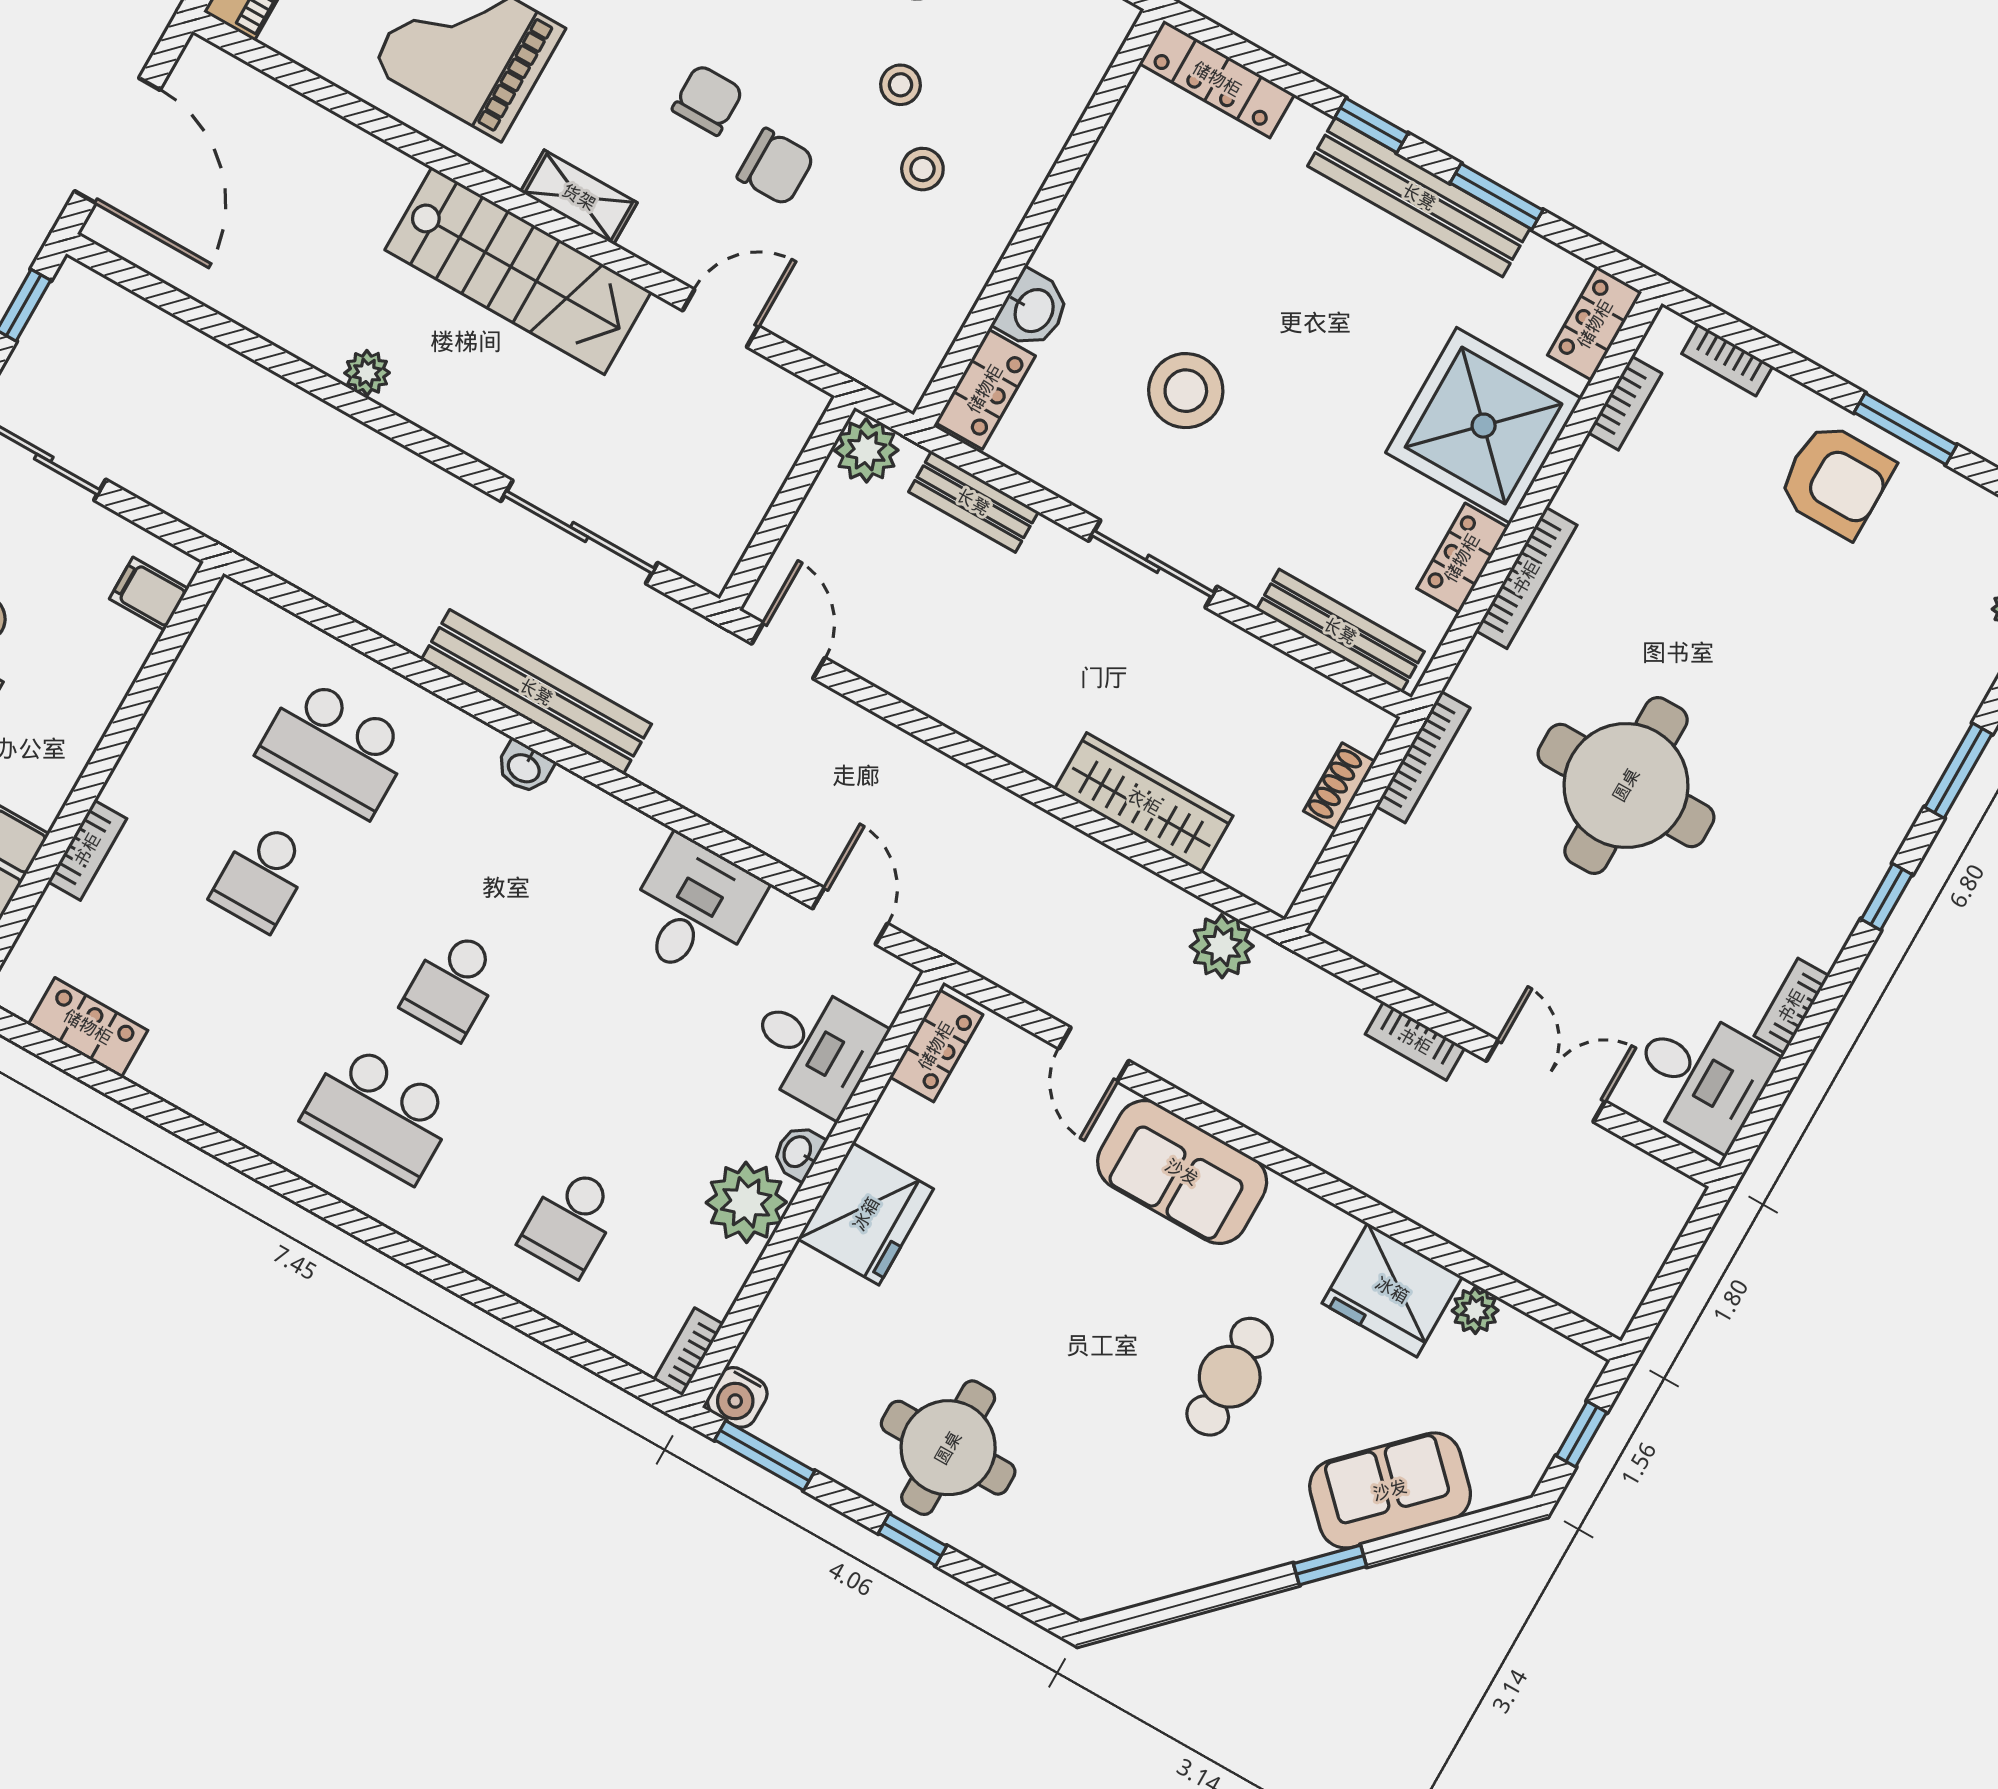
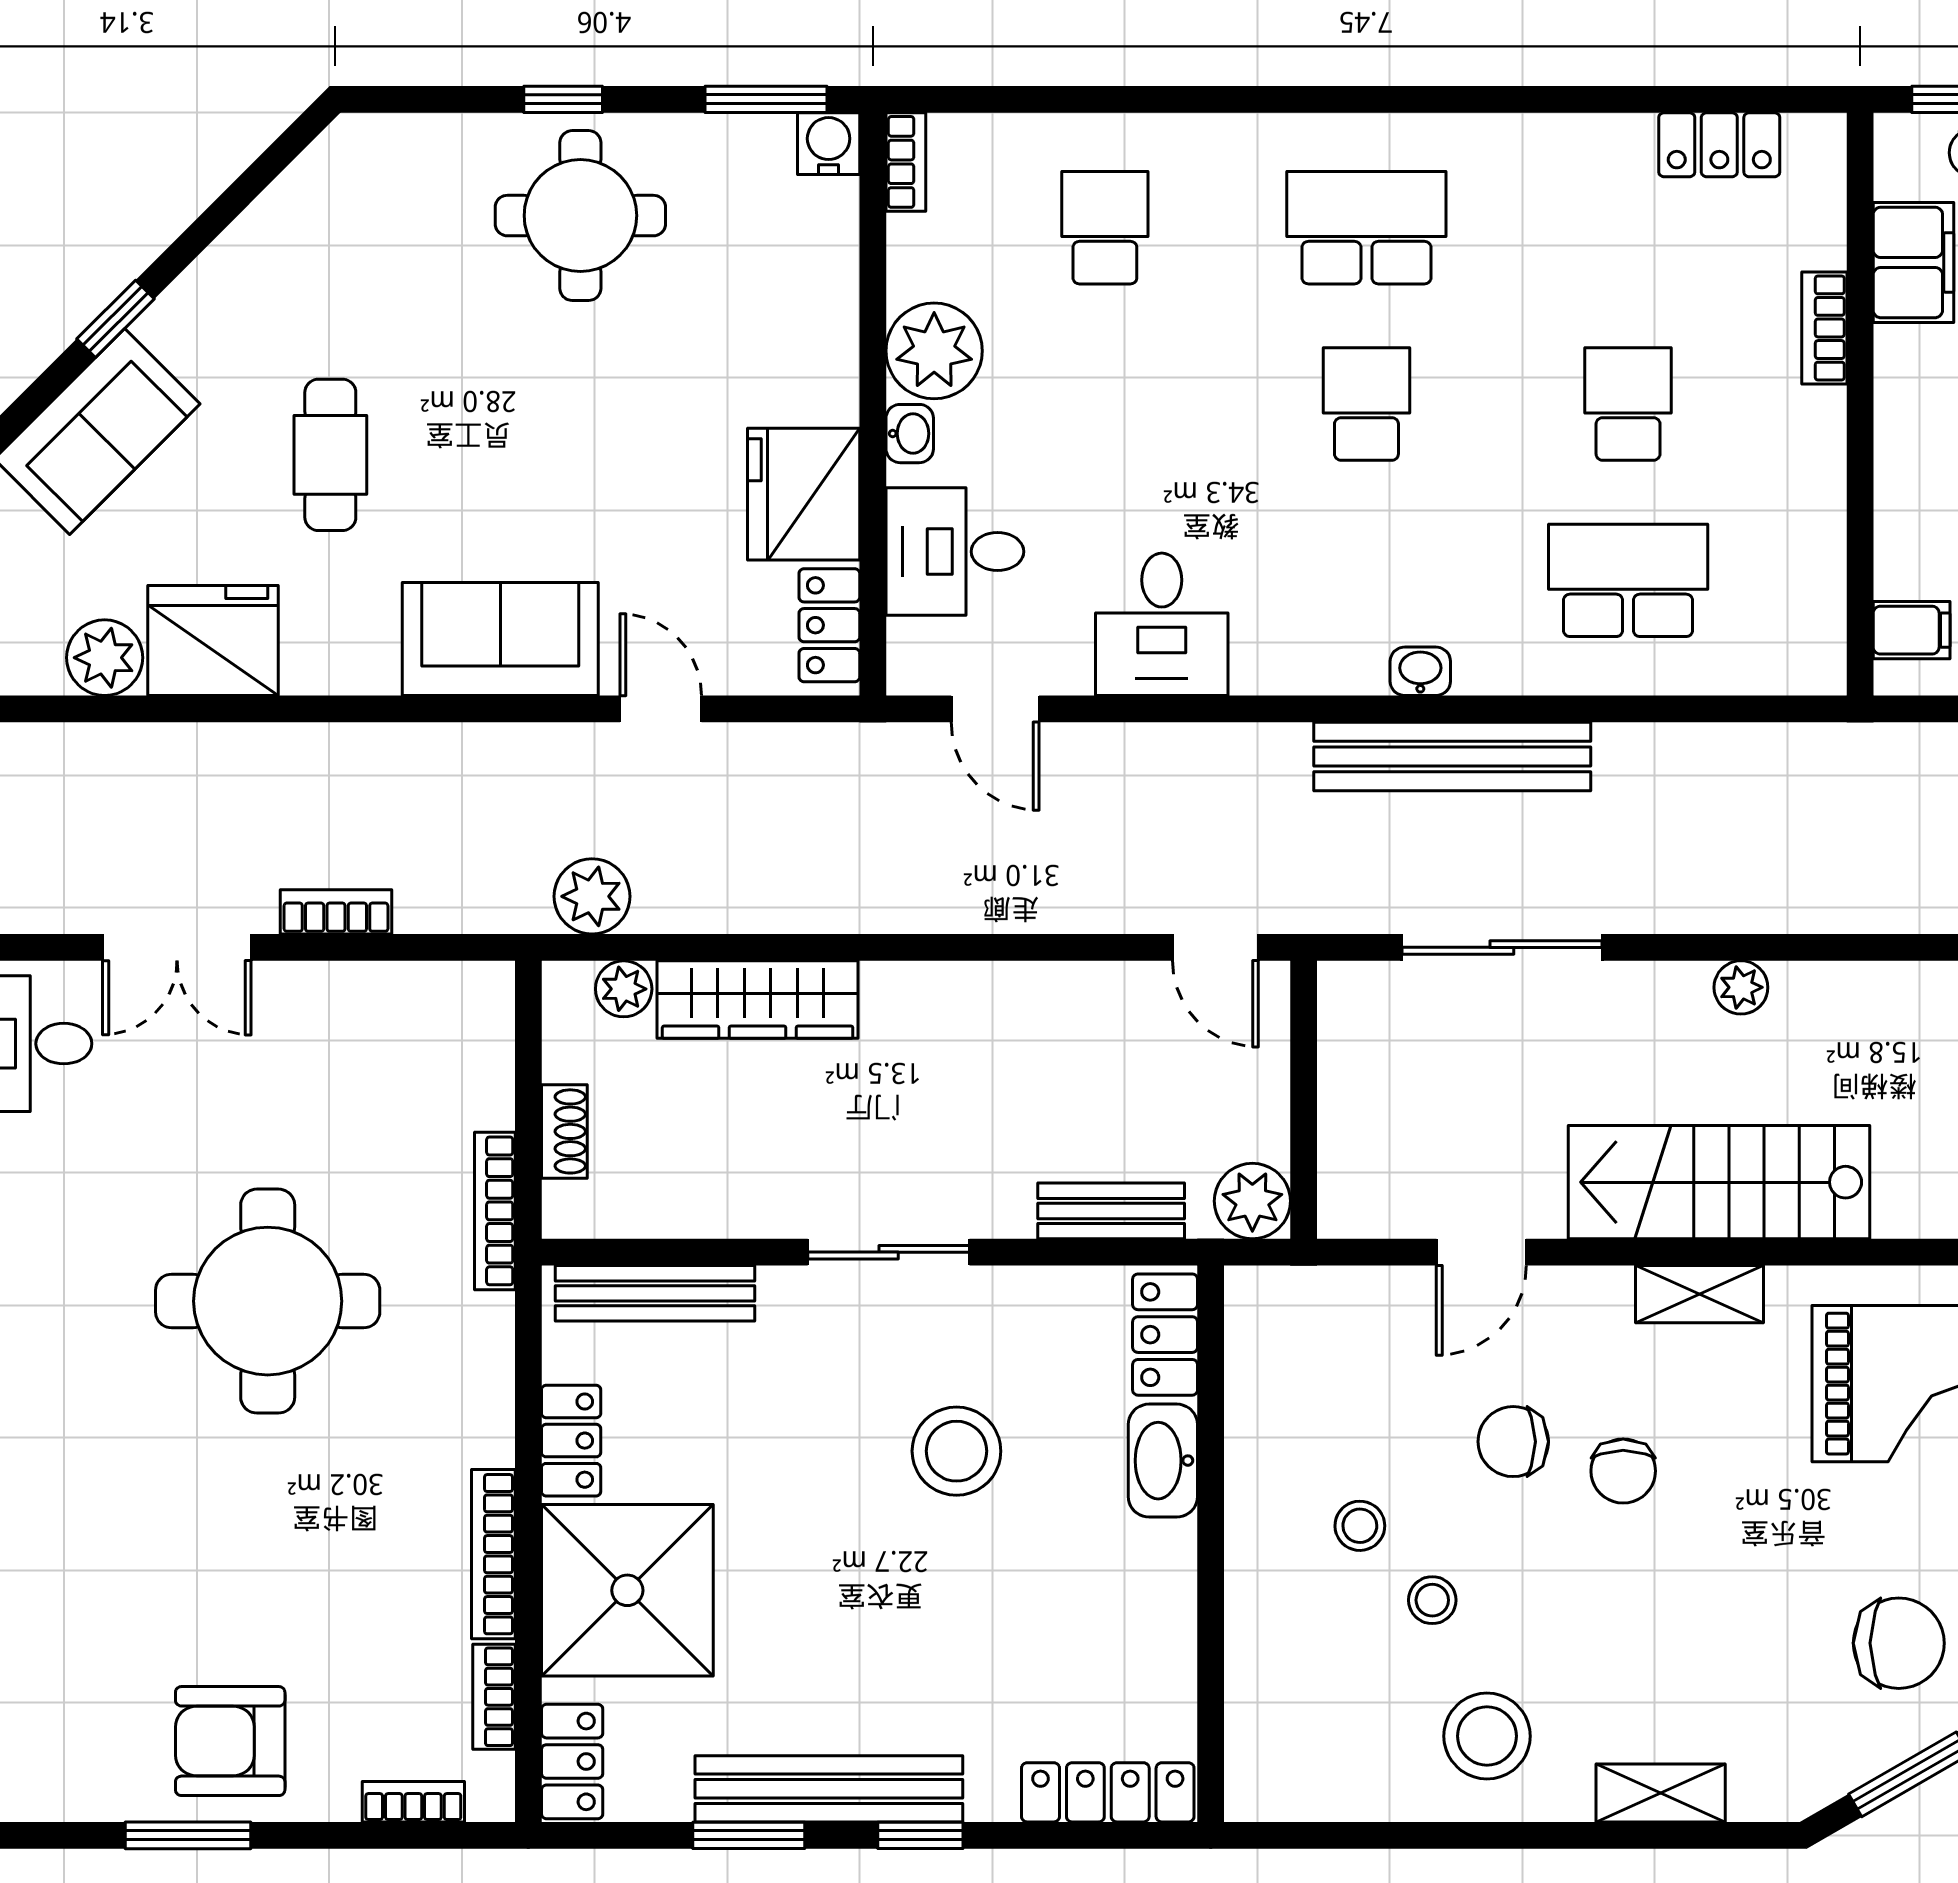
washbasin: (1033, 310) -> (1163, 1461), width x1.38
plant: (367, 373) -> (1741, 987), moved
bookcase: (1526, 578) -> (493, 1554), moved
plant: (1237, 866) -> (624, 989), added
fridge: (866, 1214) -> (804, 494), moved
plant: (1475, 1310) -> (105, 658), width x1.38, depth x1.38

